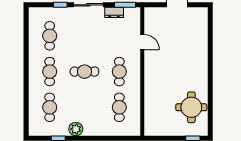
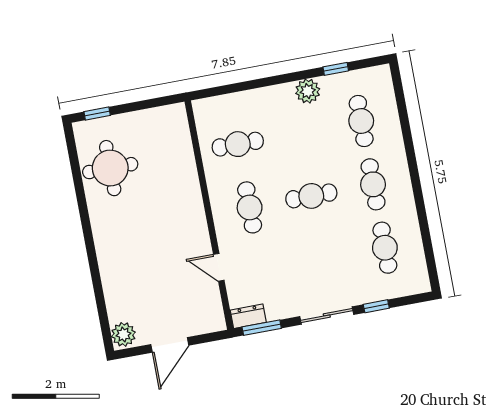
dresser: (114, 12) -> (248, 316), moved
plant: (201, 15) -> (123, 334), added
cafe table: (119, 107) -> (238, 144), turned 90

